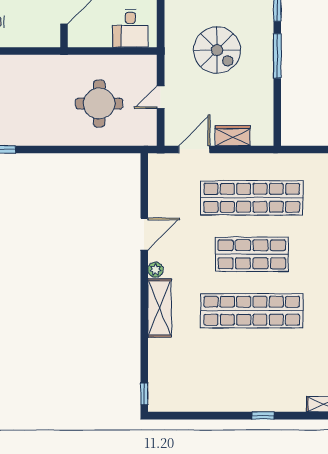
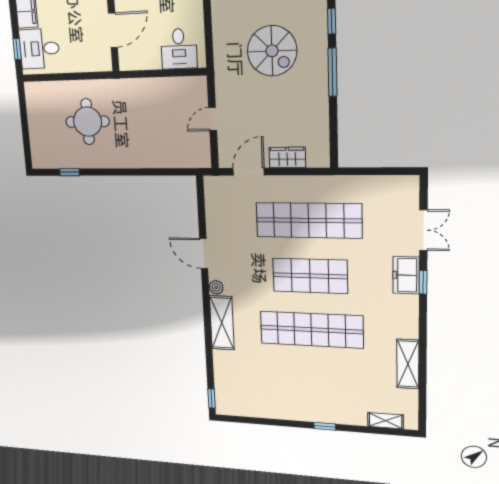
spiral stairs: (217, 50) -> (272, 51), moved
round table: (99, 104) -> (88, 122), moved
door: (144, 234) -> (204, 254), swing flipped

